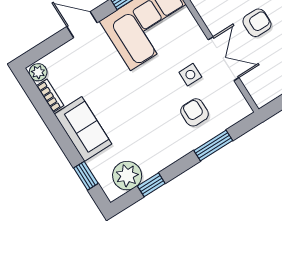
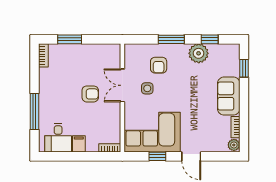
armchair: (257, 23) -> (90, 94), turned 180
window: (213, 146) -> (171, 39), moved
plant: (127, 176) -> (199, 53), moved

